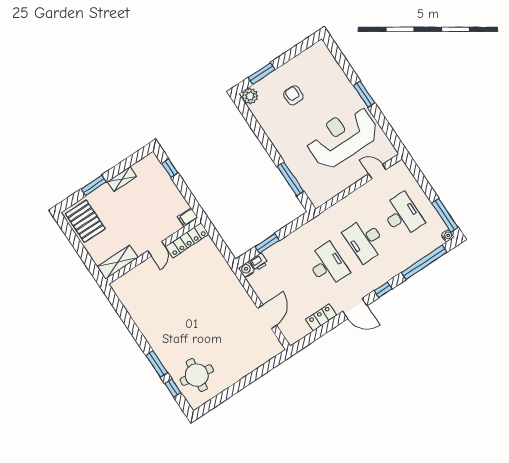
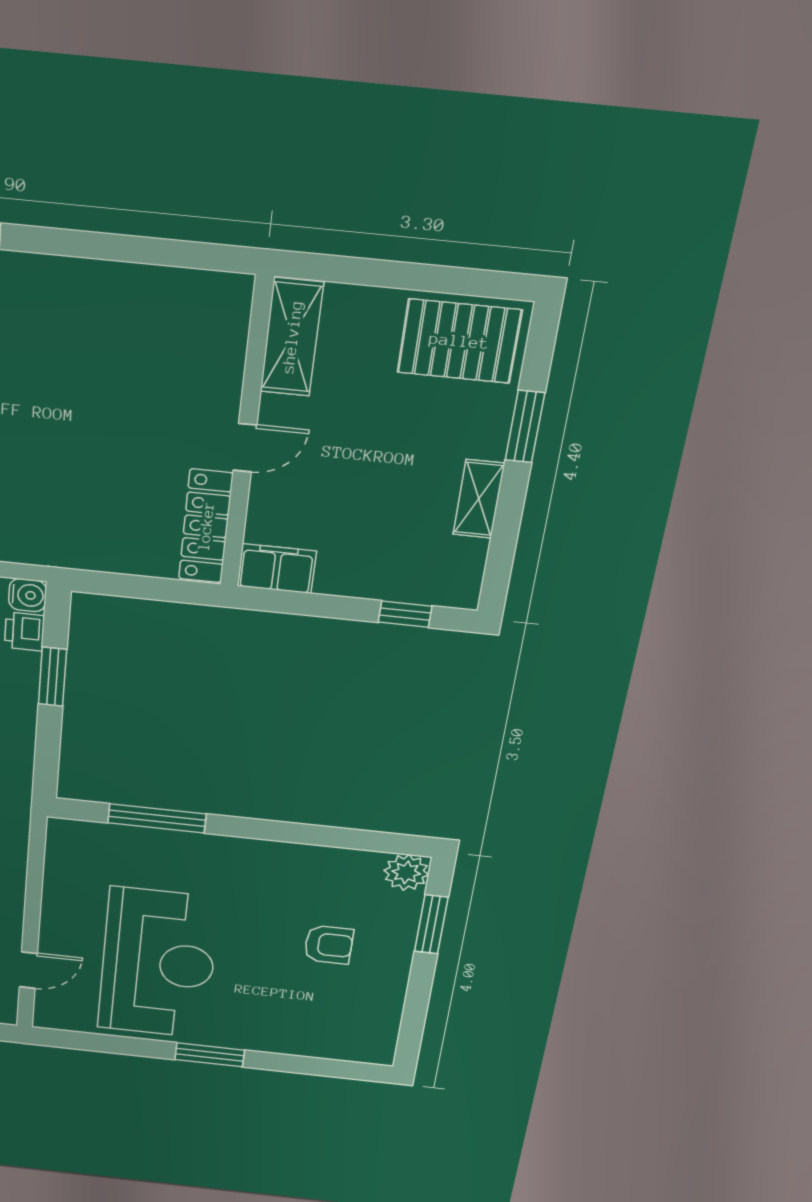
filing cabinet: (188, 217) -> (277, 569), width x2.00
door: (157, 249) -> (245, 448), swing flipped

